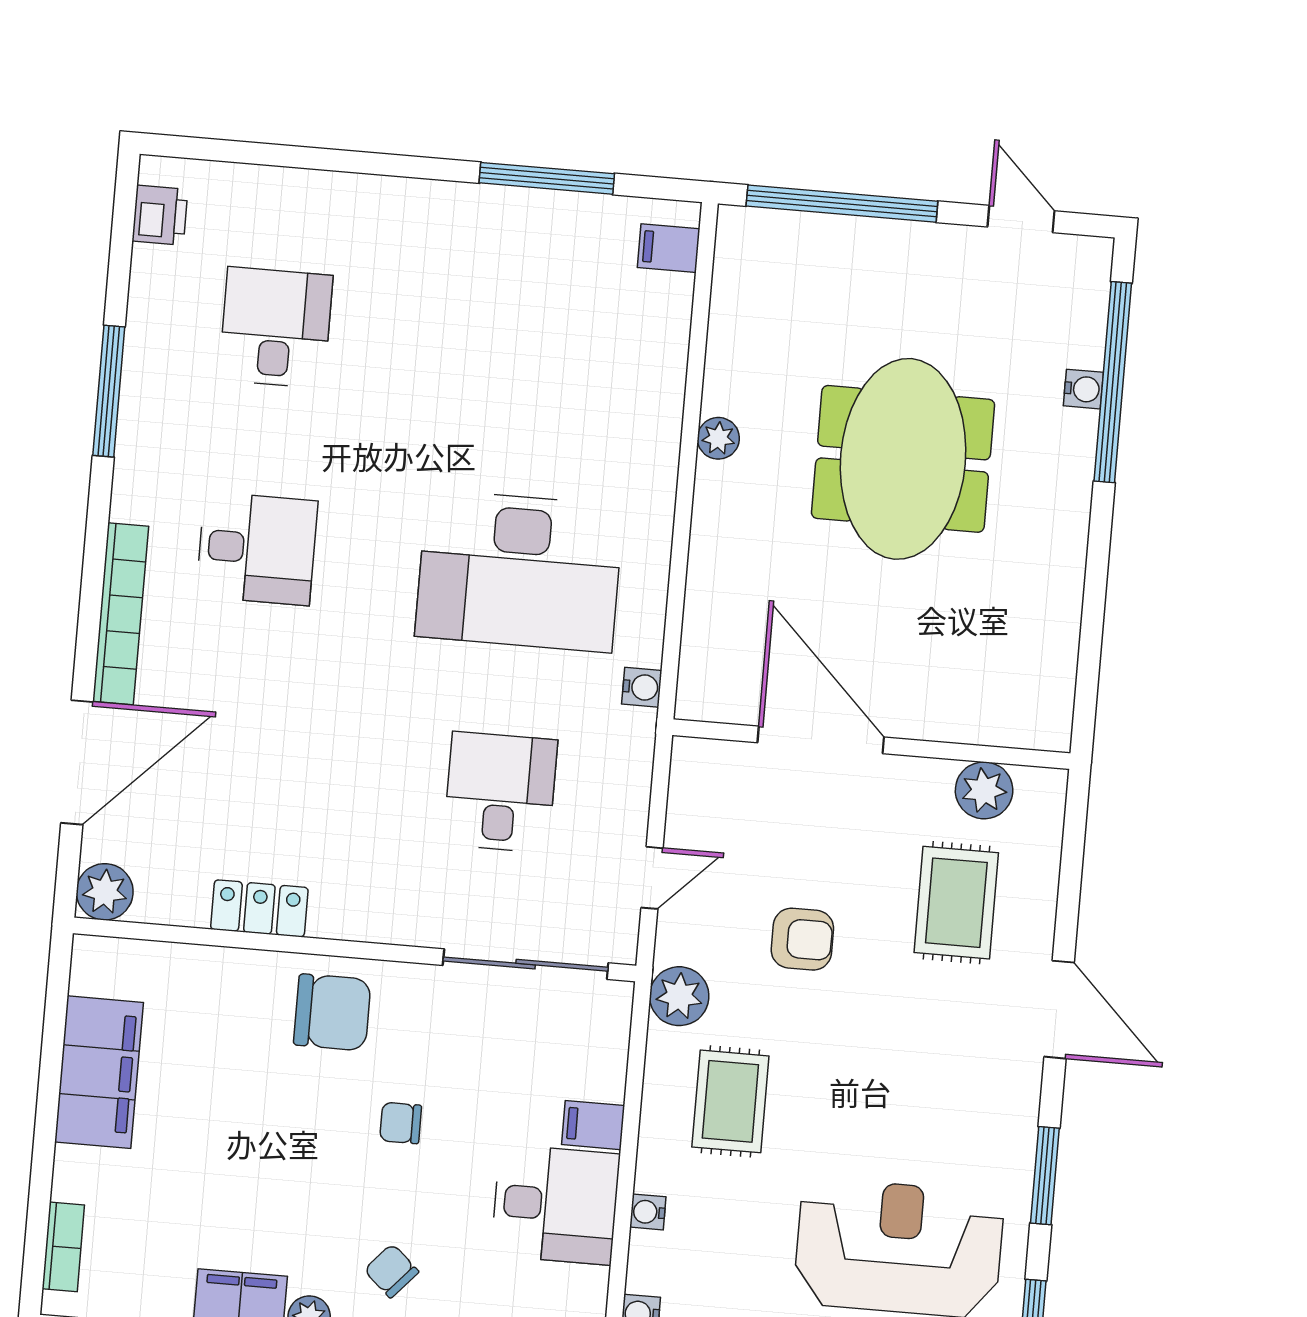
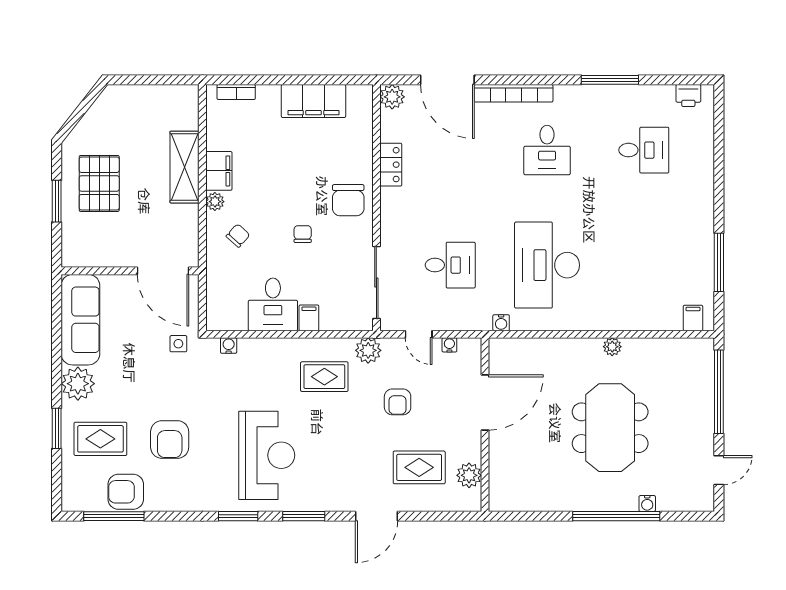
window: (1113, 382) -> (616, 516), moved
meeting table: (903, 459) -> (610, 428), turned 90
water cooler: (648, 1212) -> (449, 345), moved

